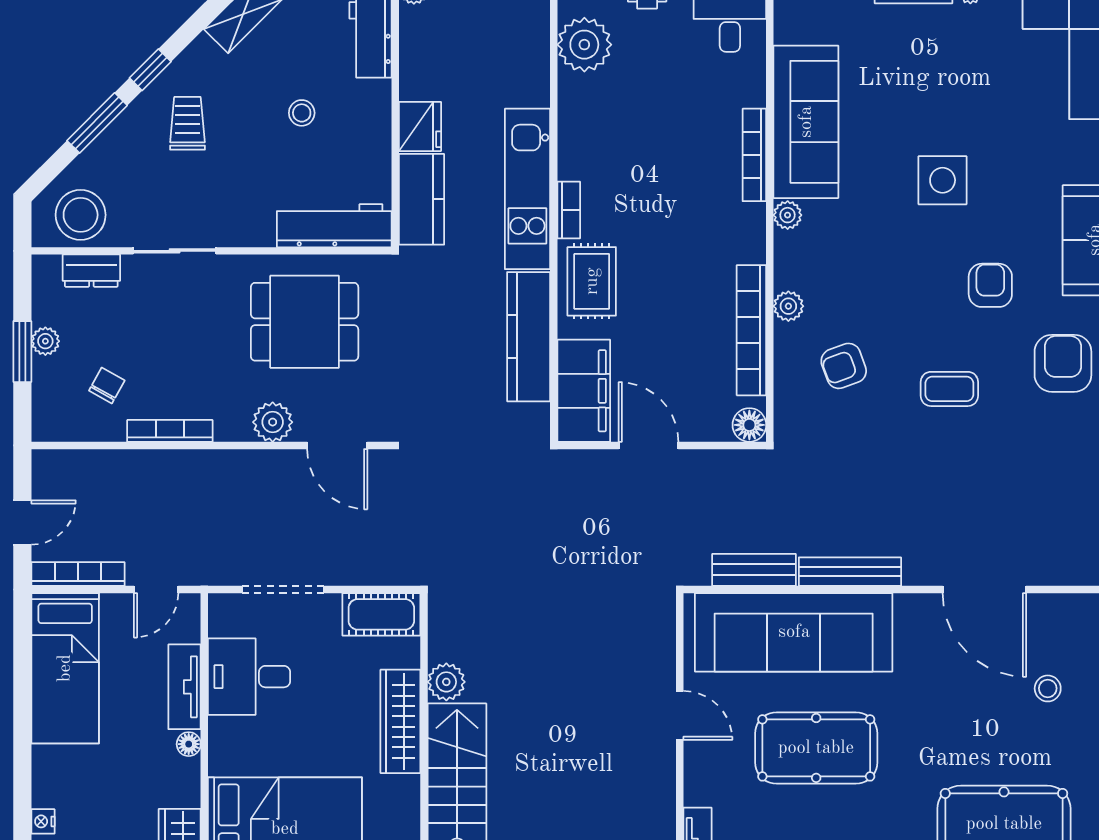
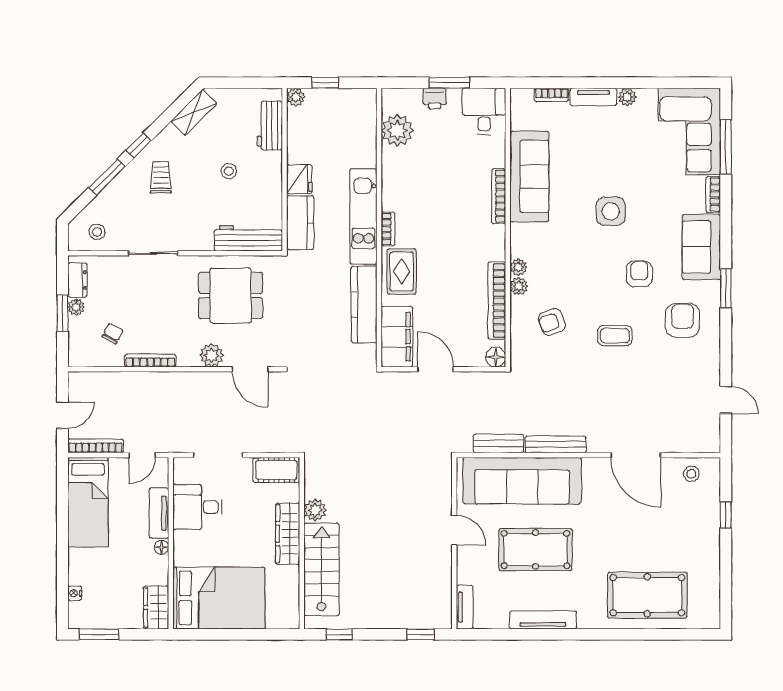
stool: (81, 215) -> (97, 232), width x0.53, depth x0.53
plant: (788, 215) -> (518, 267), moved
dresser: (91, 271) -> (77, 280), moved, turned -90
stool: (1048, 688) -> (691, 474), moved

